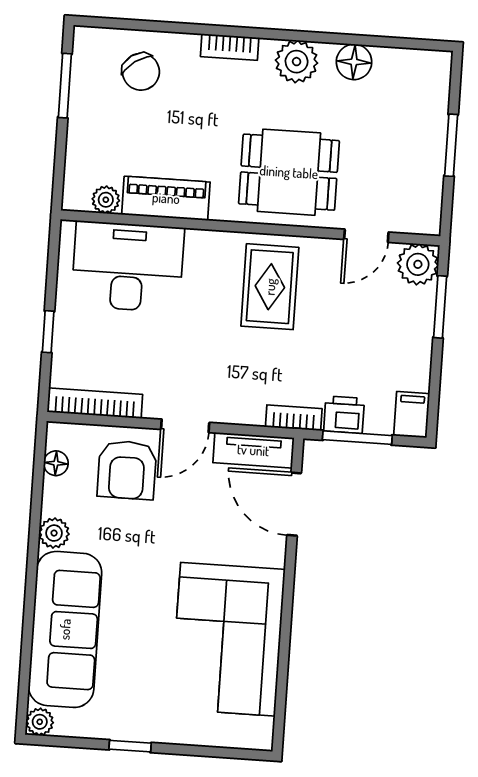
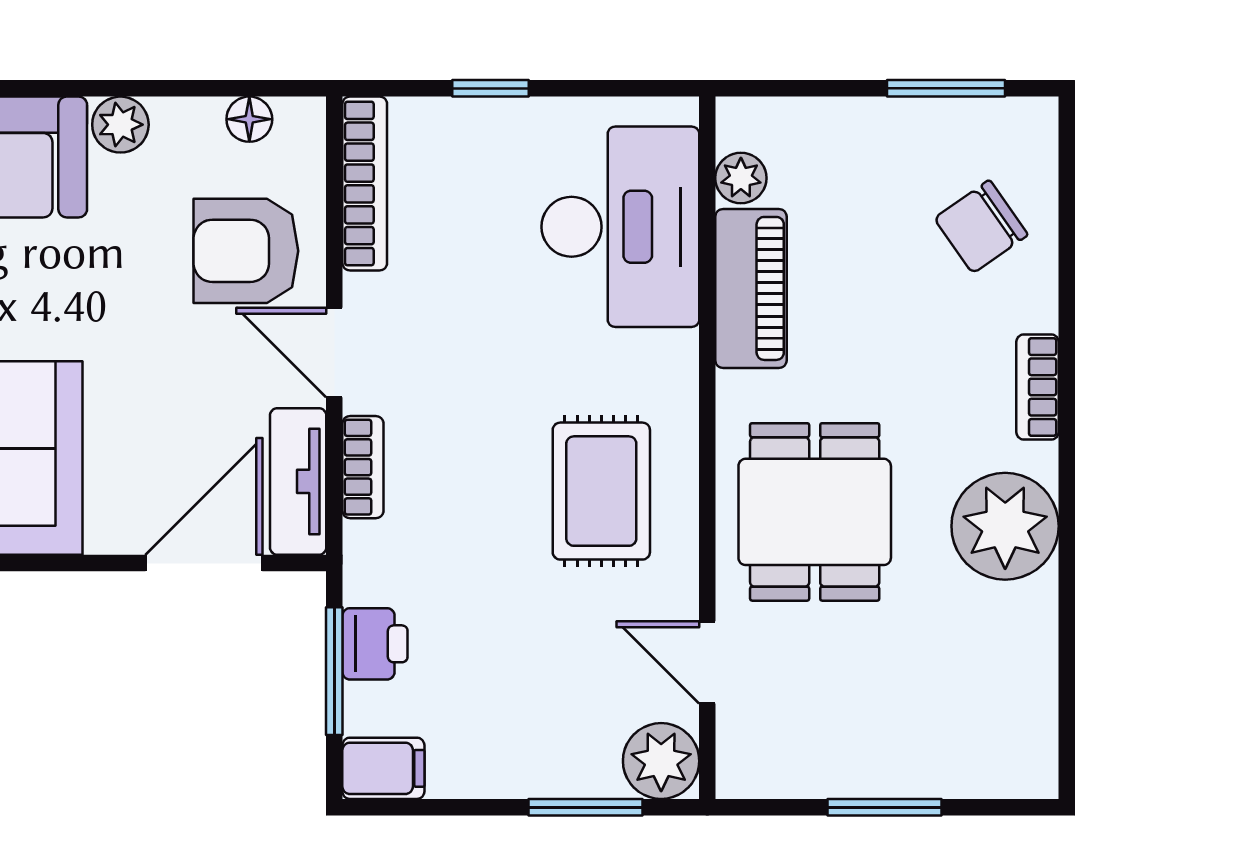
plant: (297, 62) -> (1005, 526), width x1.36, depth x1.36
floor lamp: (354, 62) -> (1026, 618), removed
rug: (270, 287) -> (601, 491), turned 90
bookcase: (294, 418) -> (363, 467), moved

